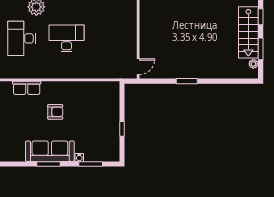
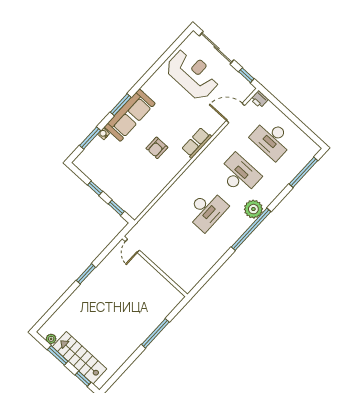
window: (122, 102) -> (116, 208), added

